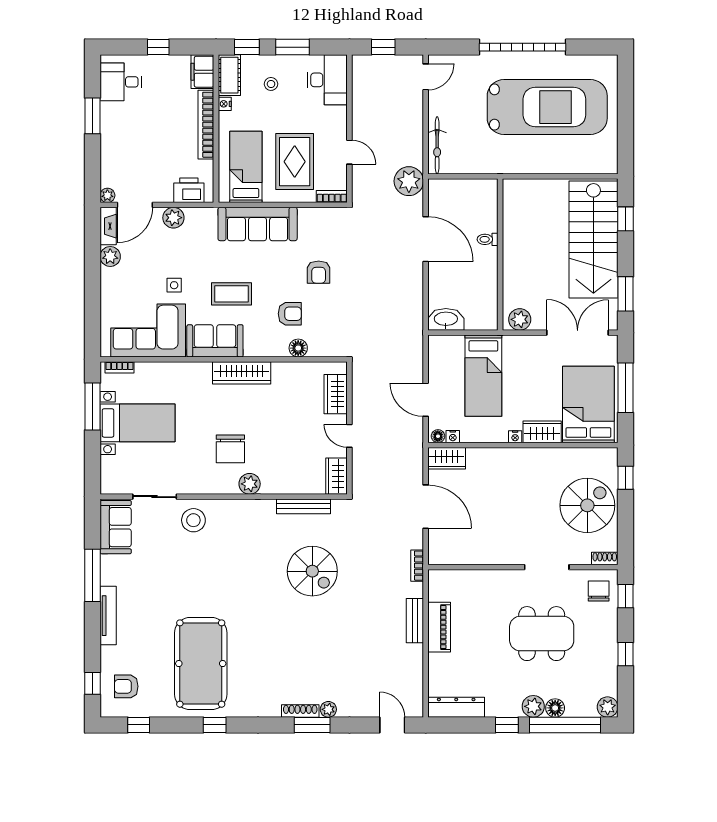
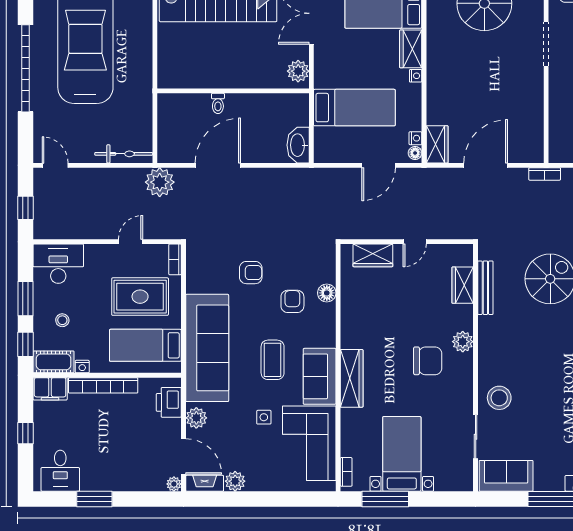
sofa: (258, 224) -> (207, 348), width x1.36, depth x1.27
wardrobe: (242, 373) -> (352, 378), moved
wardrobe: (337, 476) -> (463, 285), moved, turned 90

